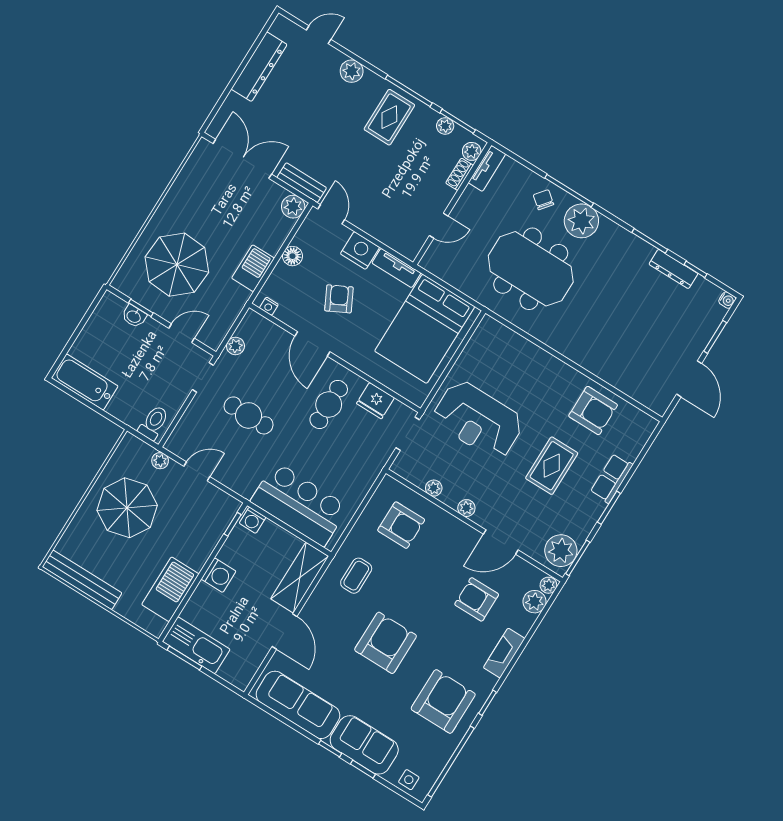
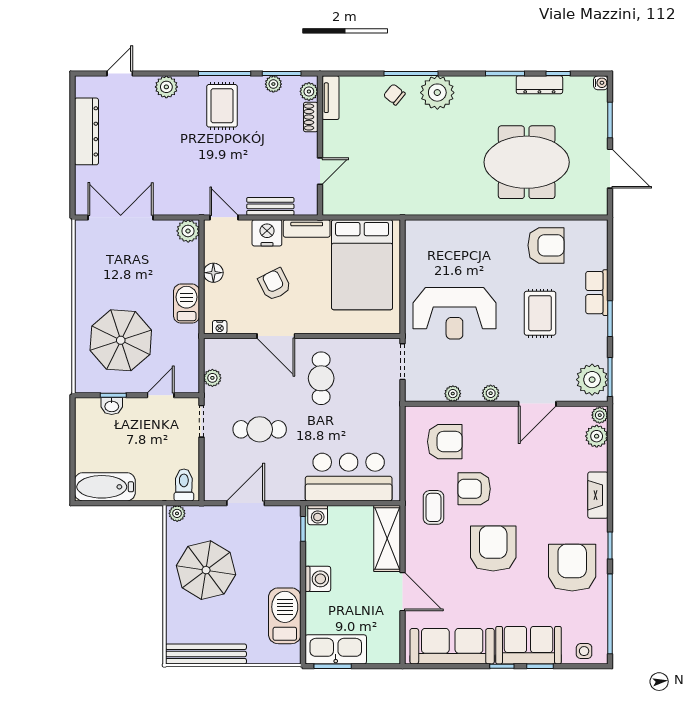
bench: (302, 183) -> (270, 206), moved
meeting table: (531, 269) -> (527, 162), moved
fridge: (375, 401) -> (358, 351), removed
plant: (160, 461) -> (177, 513), moved
door: (197, 471) -> (246, 503), width x1.38
armchair: (477, 599) -> (474, 489), moved

